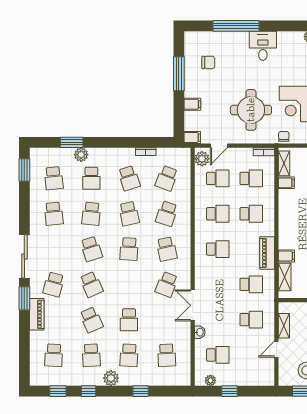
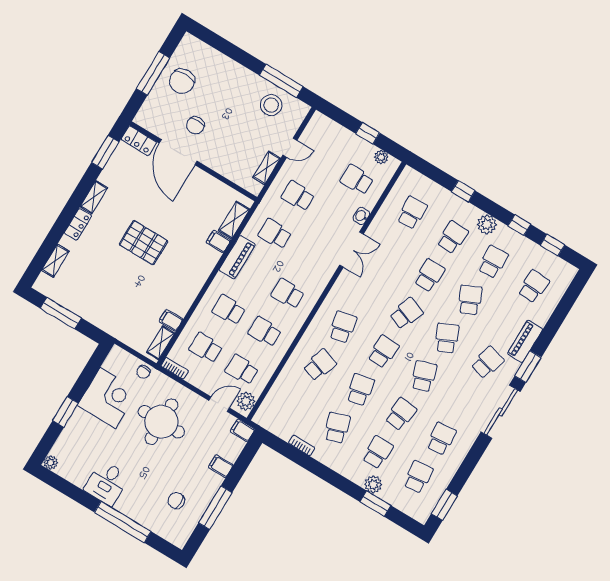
school desk: (167, 178) -> (297, 403), removed
school desk: (167, 284) -> (406, 313), moved

